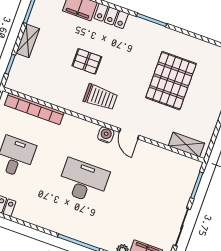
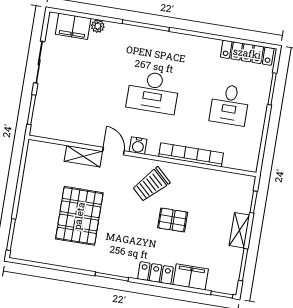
trolley: (100, 97) -> (151, 184), turned -47
bookcase: (34, 109) -> (191, 155), moved
shelving: (186, 145) -> (83, 156), moved

